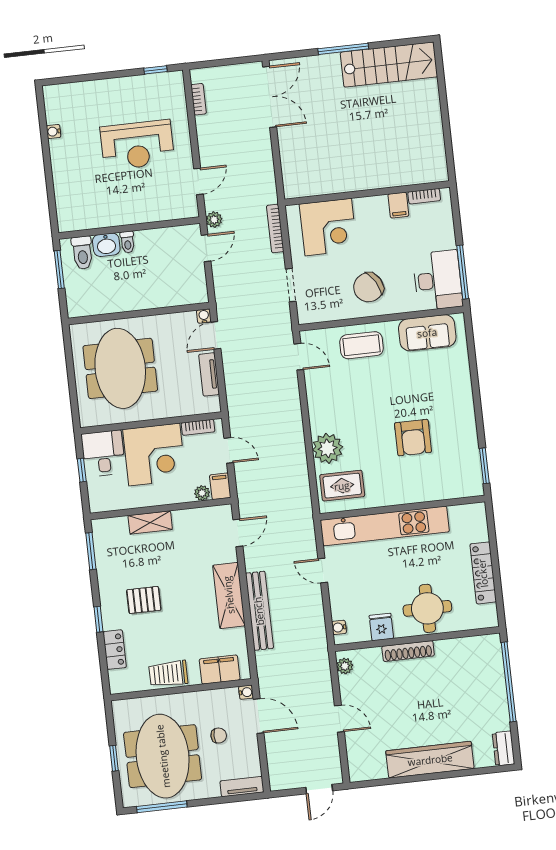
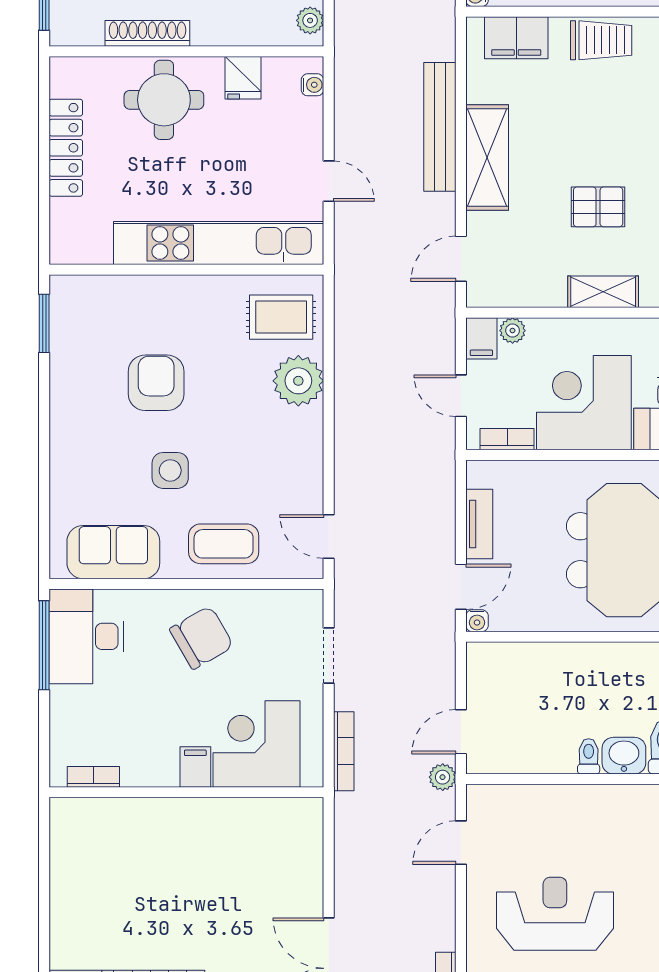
filing cabinet: (398, 205) -> (195, 767), moved
side table: (399, 386) -> (170, 470), added
pallet: (144, 600) -> (598, 207), moved
shoe rack: (408, 651) -> (147, 33), moved

